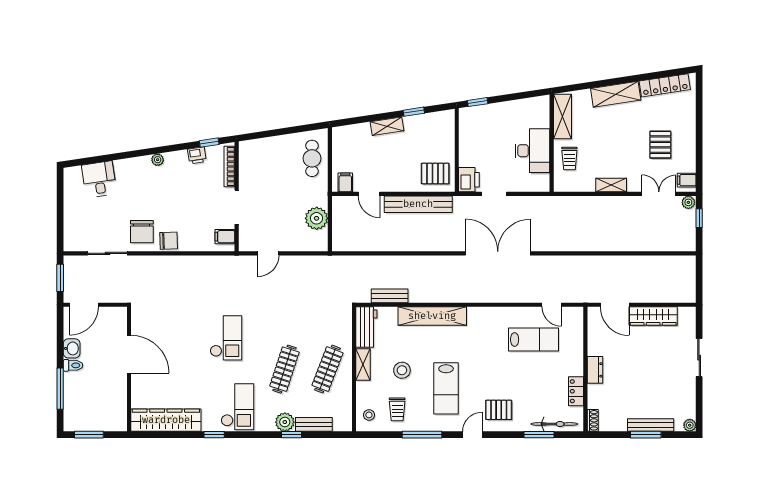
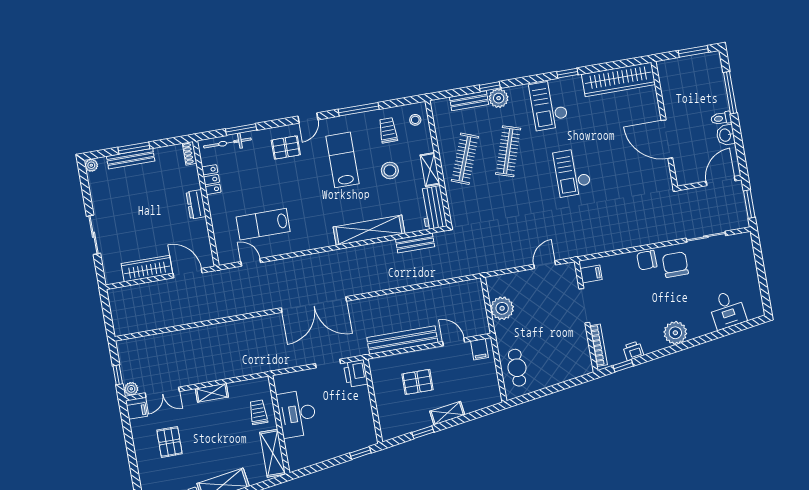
plant: (158, 160) -> (675, 333), width x1.88, depth x1.88
pallet: (435, 173) -> (418, 382), moved

